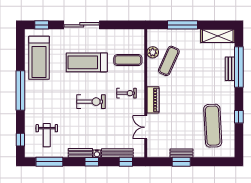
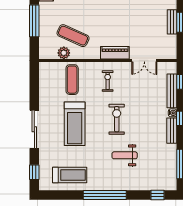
treadmill: (39, 58) -> (70, 175), width x0.73, depth x0.73
weight bench: (47, 135) -> (125, 155), moved, turned 180

